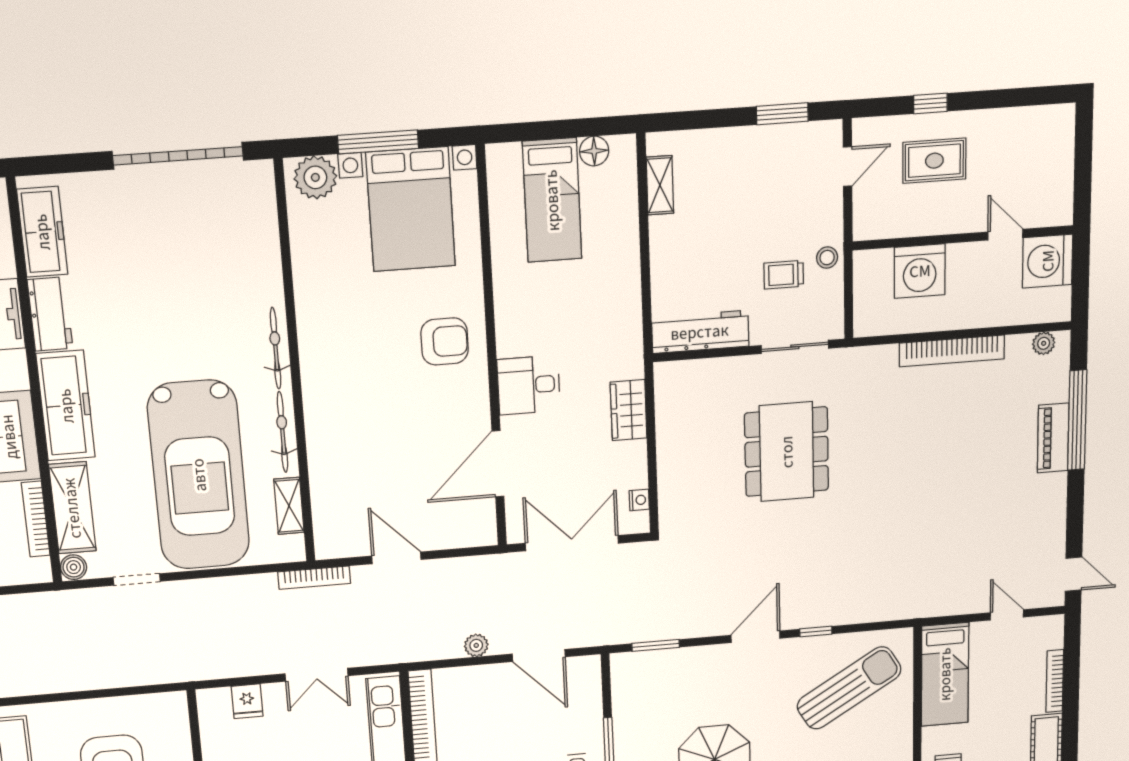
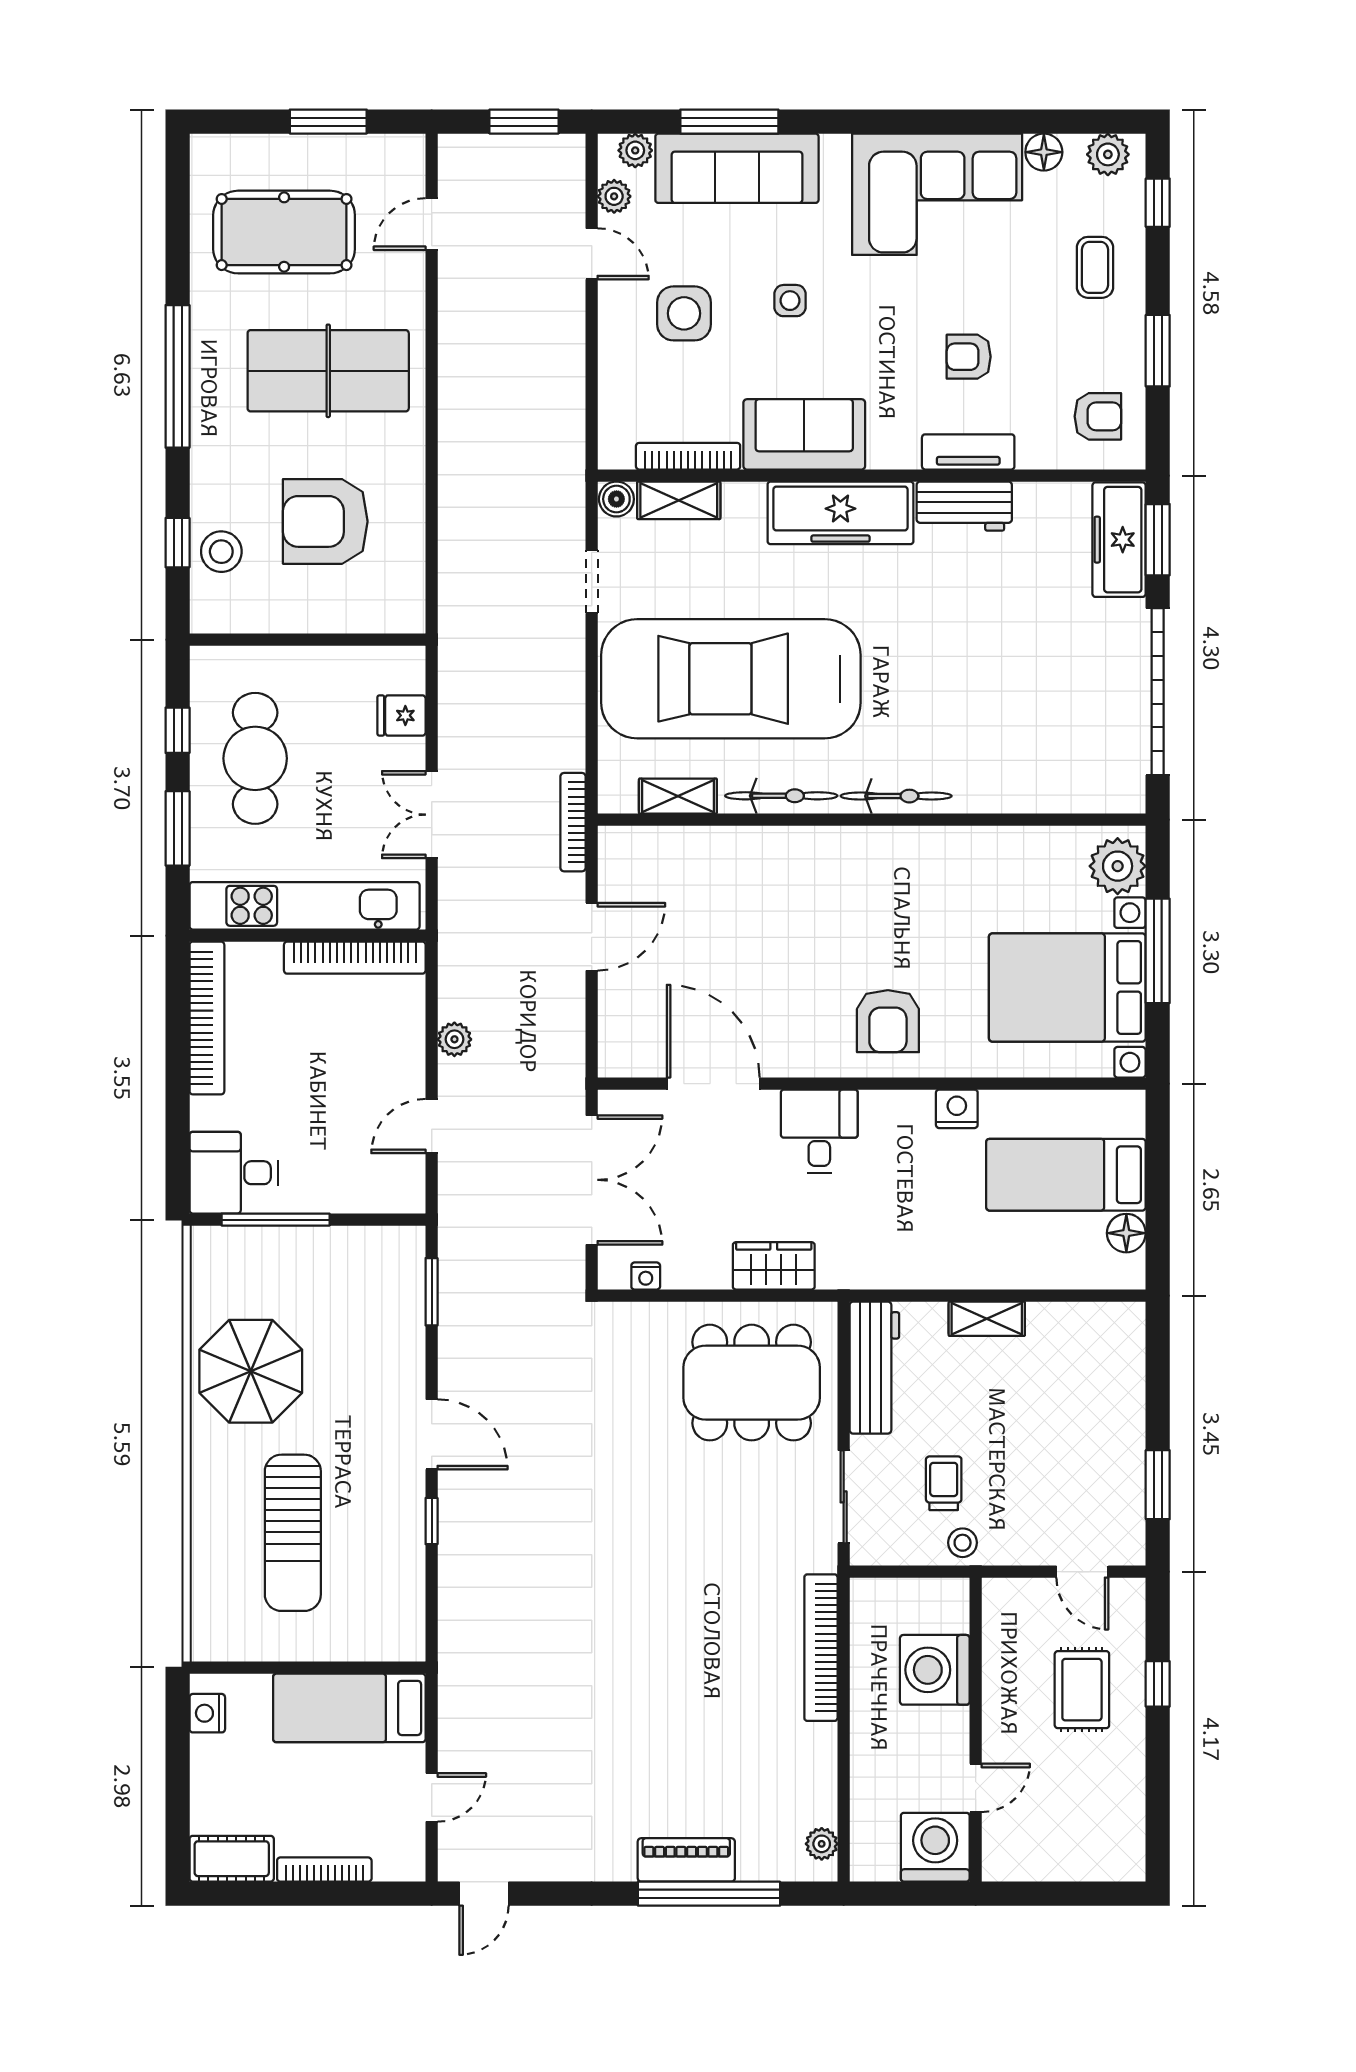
window: (59, 164) -> (1158, 540), added
shelving: (660, 185) -> (987, 1319), moved
freezer: (42, 232) -> (1119, 540), moved, turned 90
nightstand: (507, 286) -> (957, 1109), added
bookcase: (952, 351) -> (821, 1648), moved
dining table: (787, 452) -> (752, 1383), moved
shelving: (72, 508) -> (679, 500), width x0.67, depth x0.75
door: (539, 655) -> (432, 1126), width x0.73
sun lounger: (849, 688) -> (293, 1533), moved, turned 31

